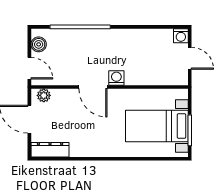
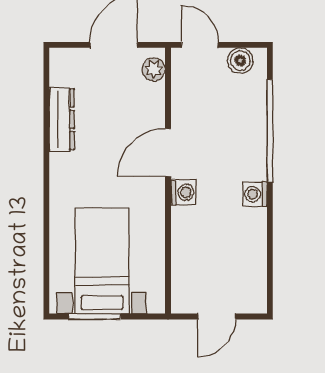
washing machine: (181, 36) -> (255, 194), moved
door: (29, 68) -> (200, 45), swing flipped
dresser: (50, 150) -> (62, 119), moved

